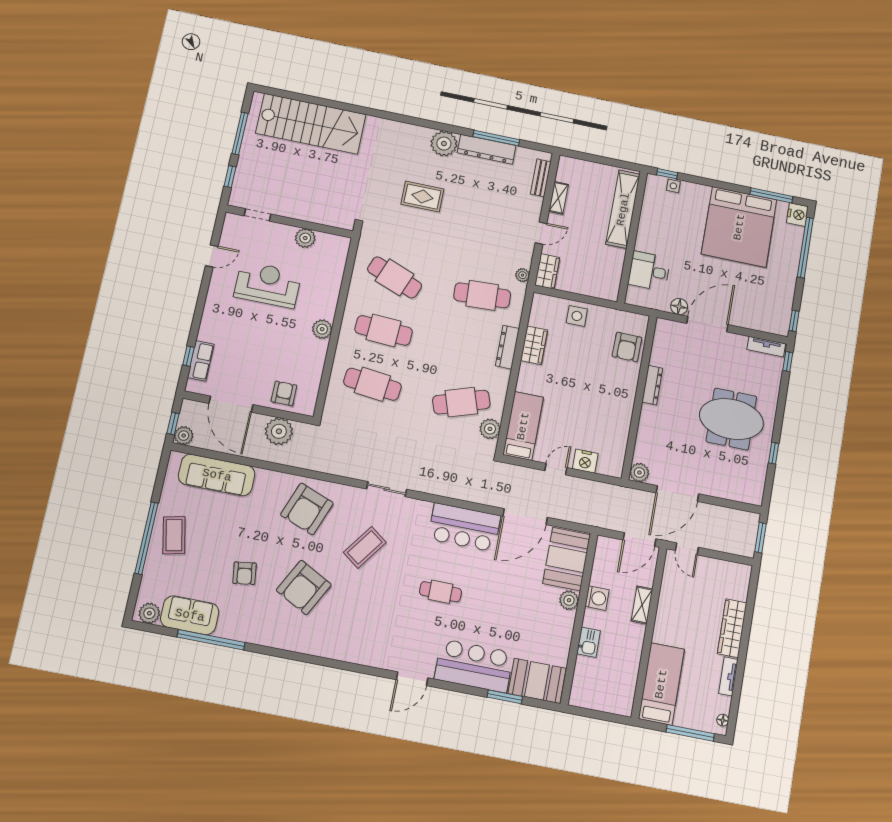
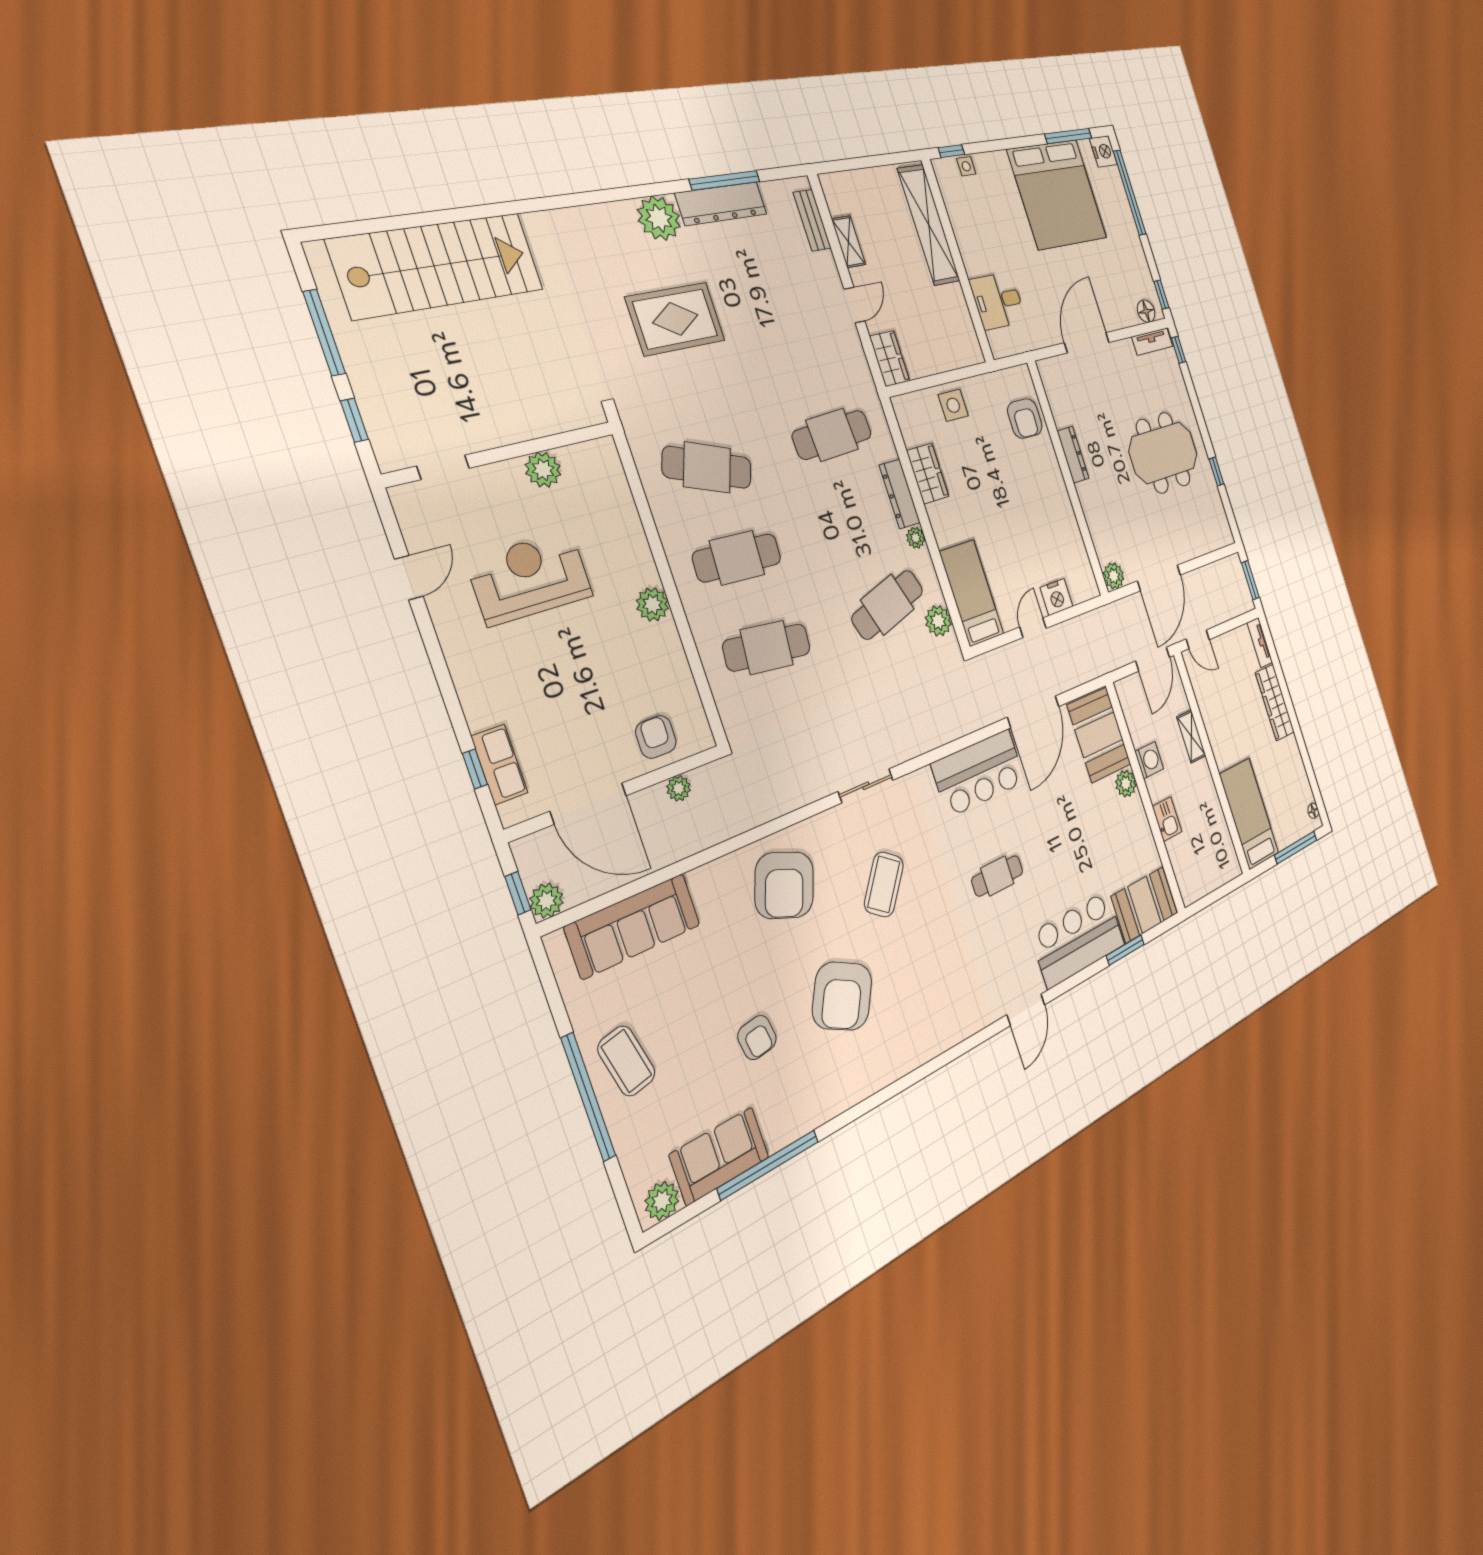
rug: (422, 196) -> (675, 319), width x1.36, depth x1.43
plant: (522, 275) -> (916, 538), moved
floor lamp: (679, 307) -> (1146, 311), moved
plant: (279, 431) -> (679, 788), width x0.53, depth x0.53
tv unit: (728, 676) -> (1260, 643), moved

